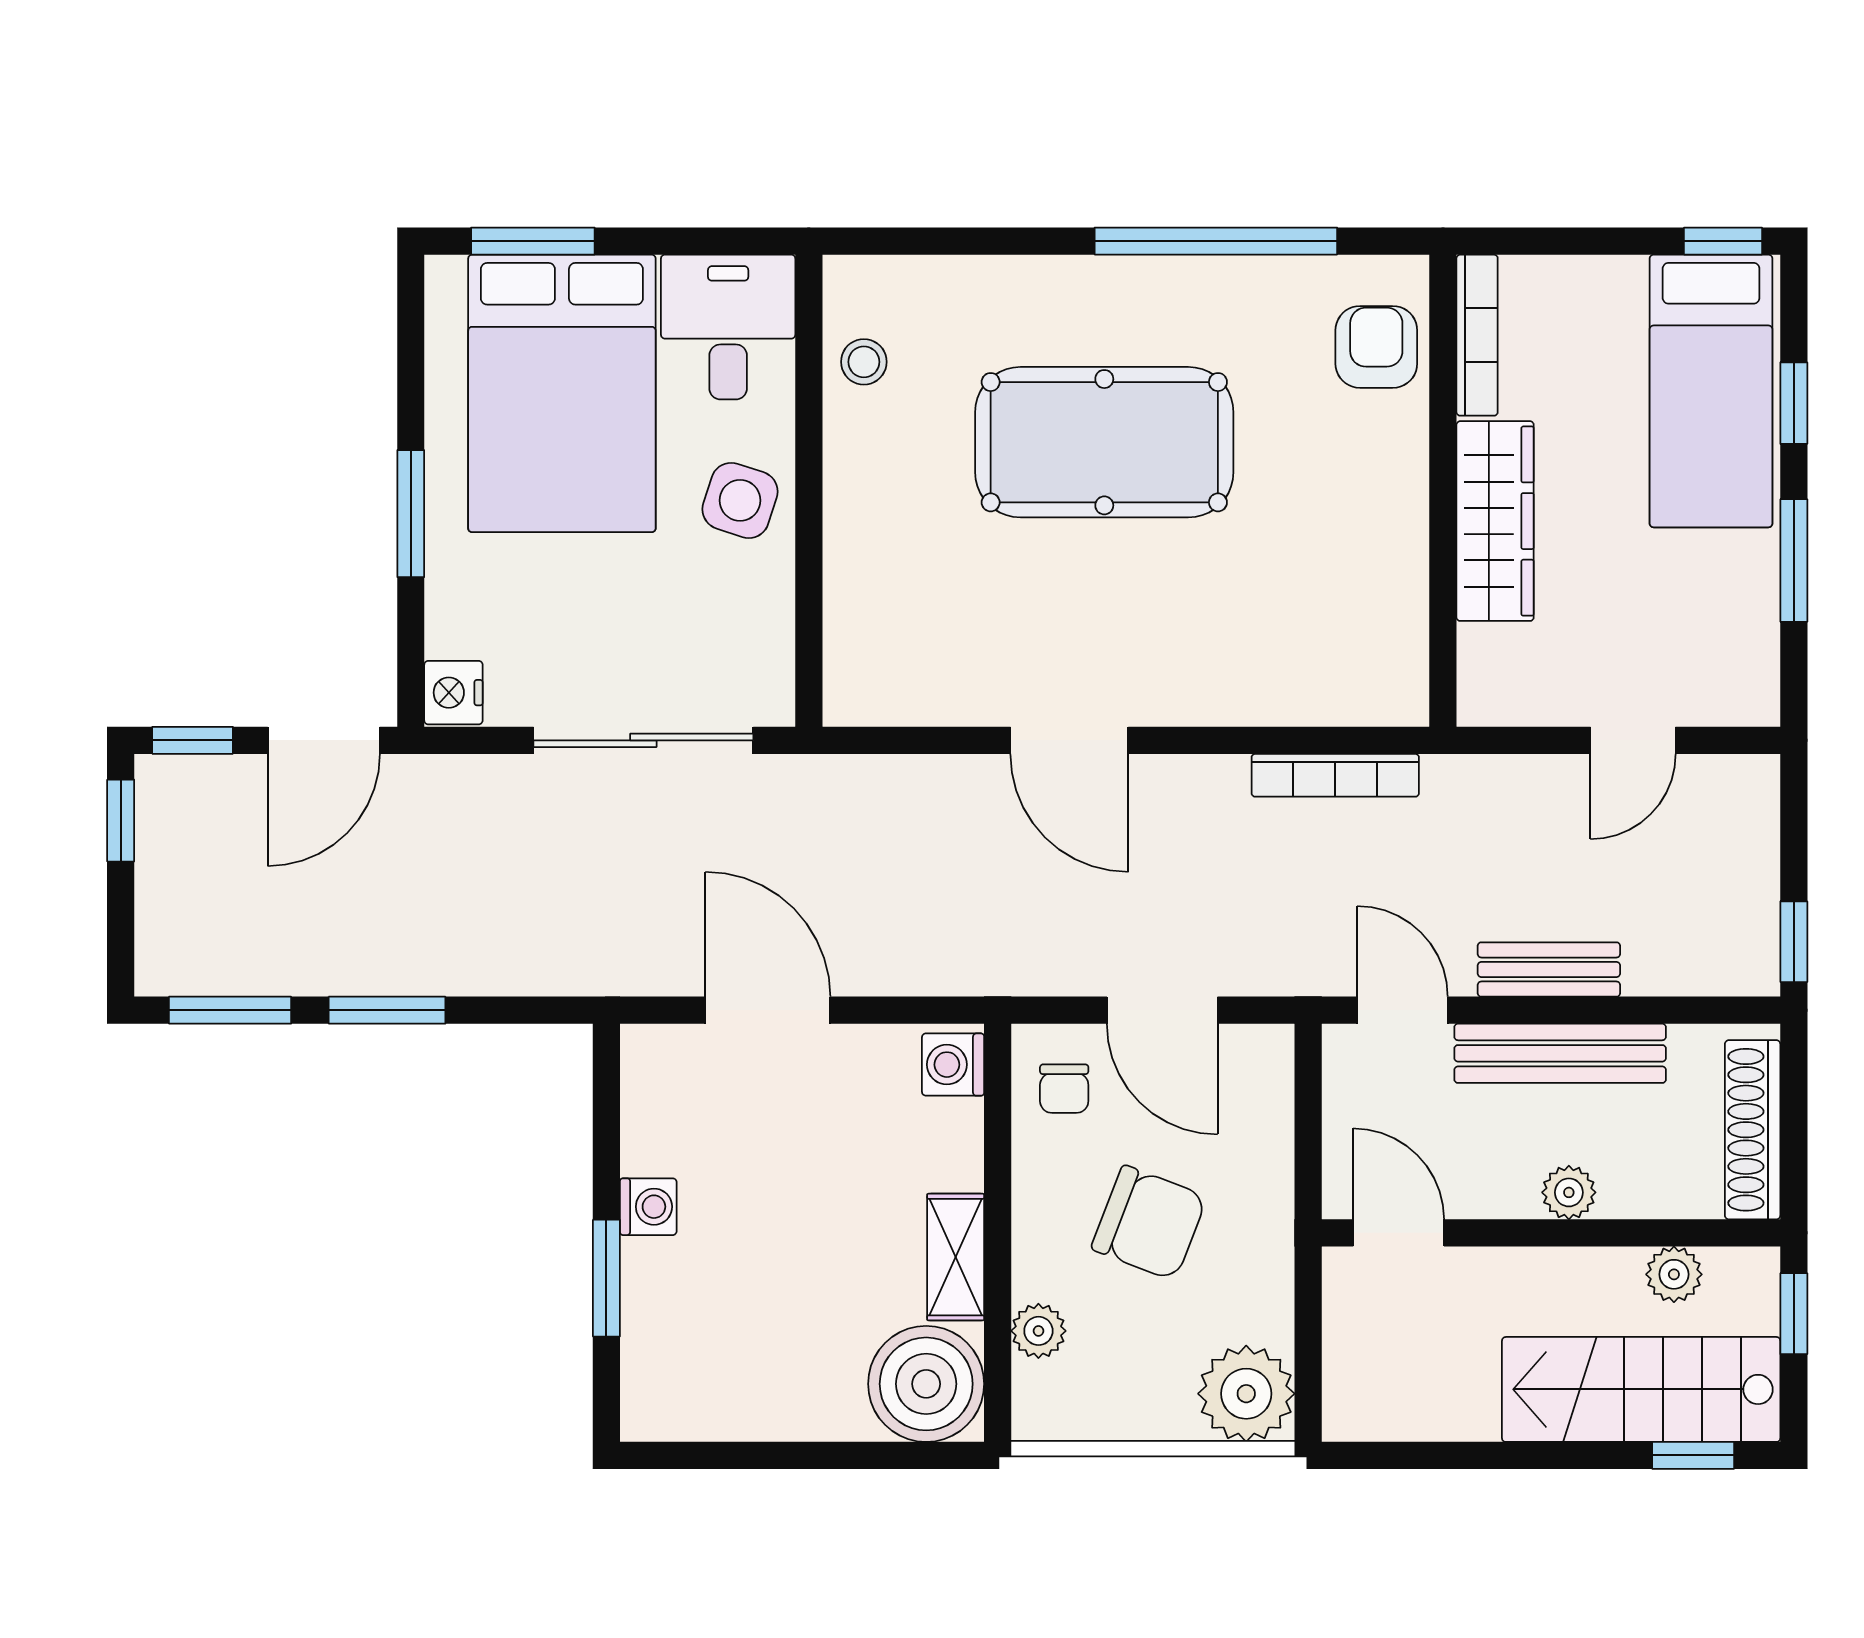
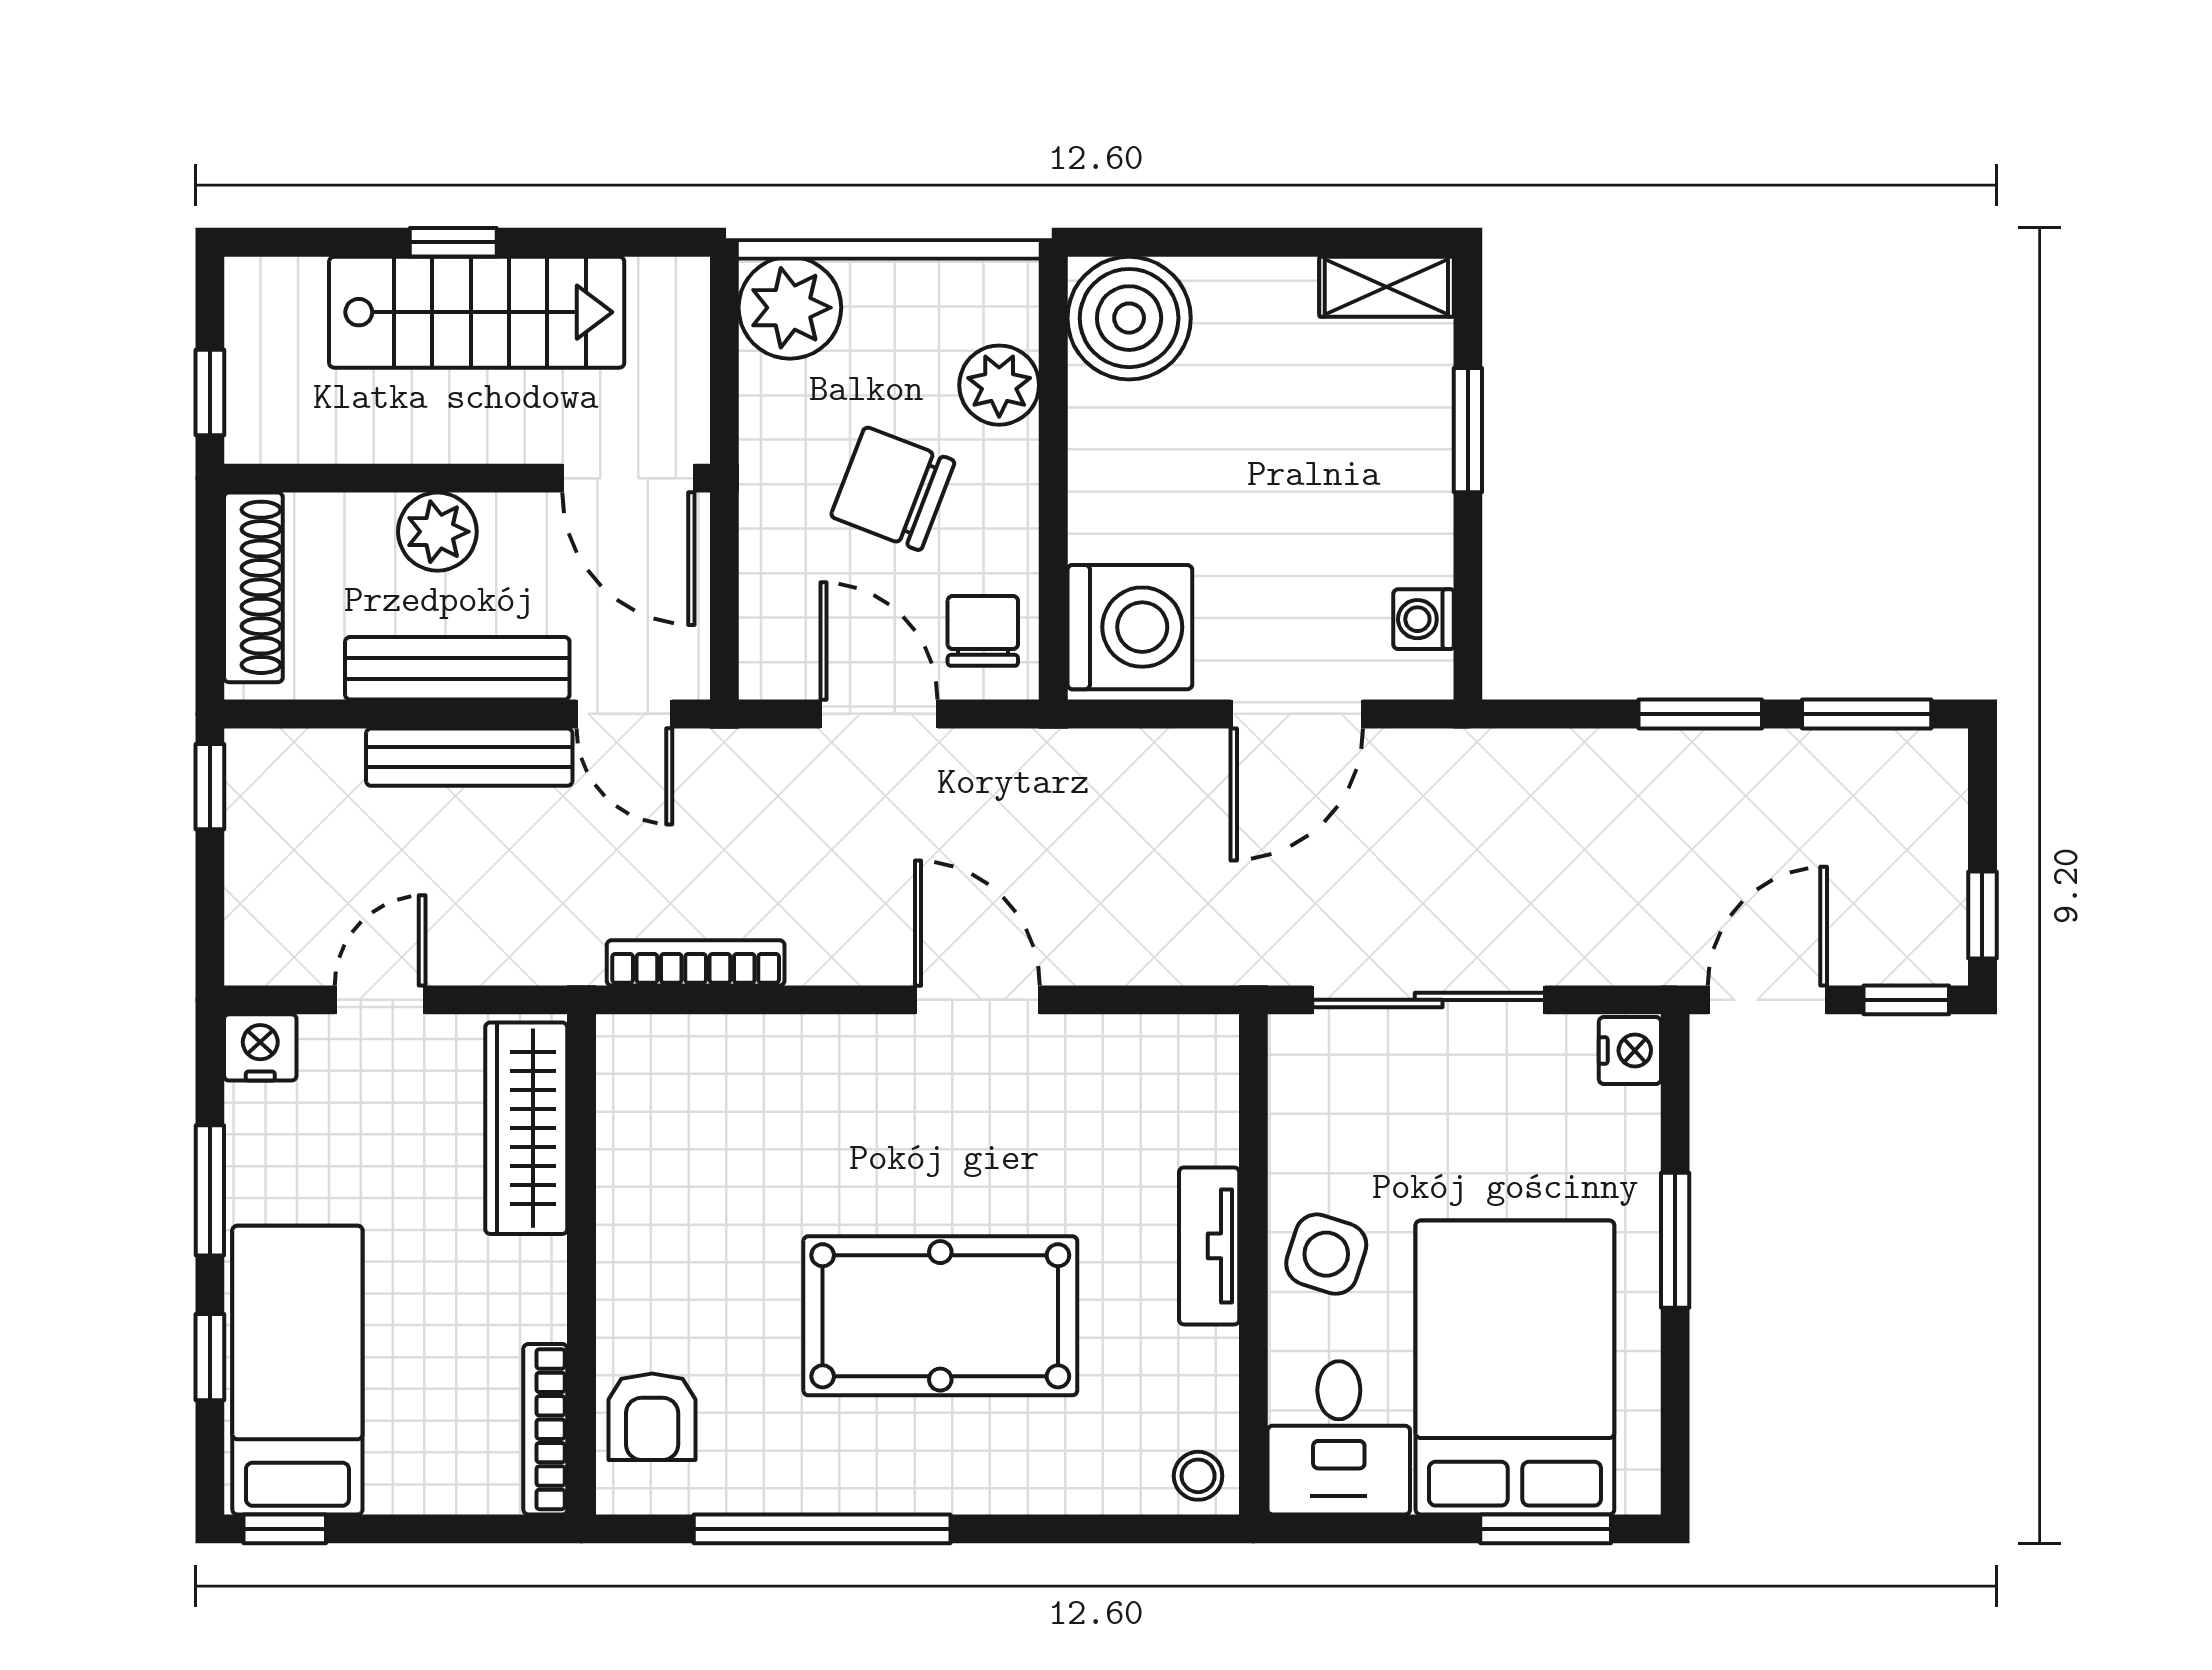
stool: (864, 362) -> (1198, 1476), moved
tv unit: (851, 508) -> (1209, 1246), added
wardrobe: (1495, 521) -> (526, 1128), moved
nightstand: (1746, 695) -> (260, 1047), added
bench: (1549, 969) -> (469, 757), width x1.36
door: (768, 1010) -> (1297, 714), hinge flipped
washing machine: (953, 1065) -> (1130, 627), width x1.89, depth x1.89
chair: (1064, 1089) -> (983, 631), width x1.37, depth x1.37
plant: (1569, 1192) -> (437, 532), width x1.38, depth x1.38
washing machine: (648, 1207) -> (1423, 619), moved
door: (1399, 1233) -> (628, 478), width x1.38
shelving: (956, 1257) -> (1386, 287), moved, turned 90
plant: (1674, 1274) -> (337, 434), removed
plant: (1038, 1331) -> (999, 385), width x1.38, depth x1.38
stairs: (1641, 1389) -> (477, 312), moved
window: (1693, 1455) -> (453, 242), moved

